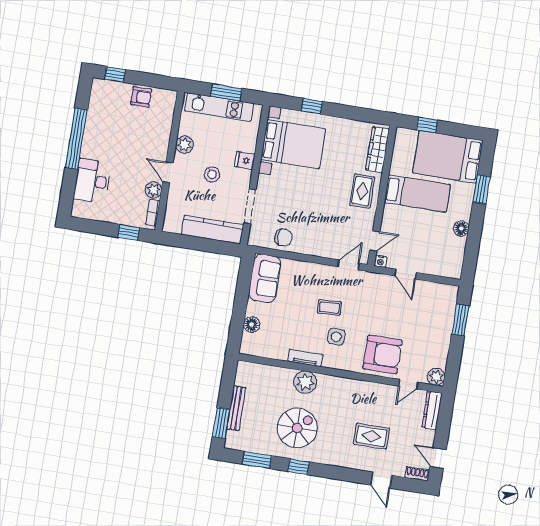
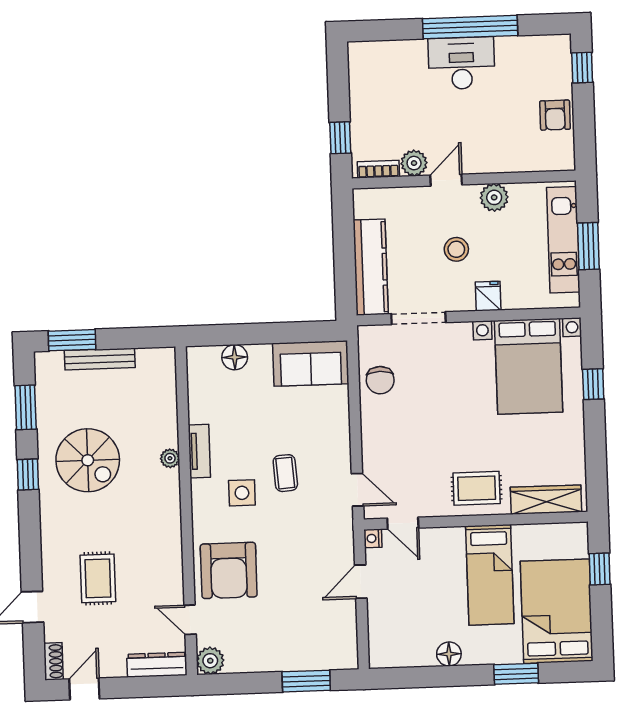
desk: (92, 181) -> (462, 63), moved
plant: (305, 382) -> (170, 458), width x0.53, depth x0.53

